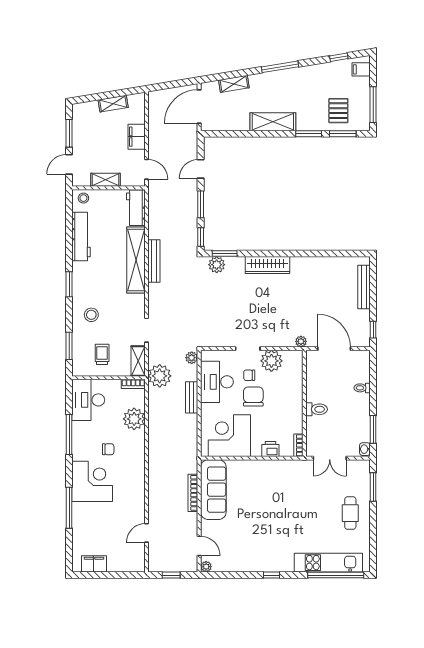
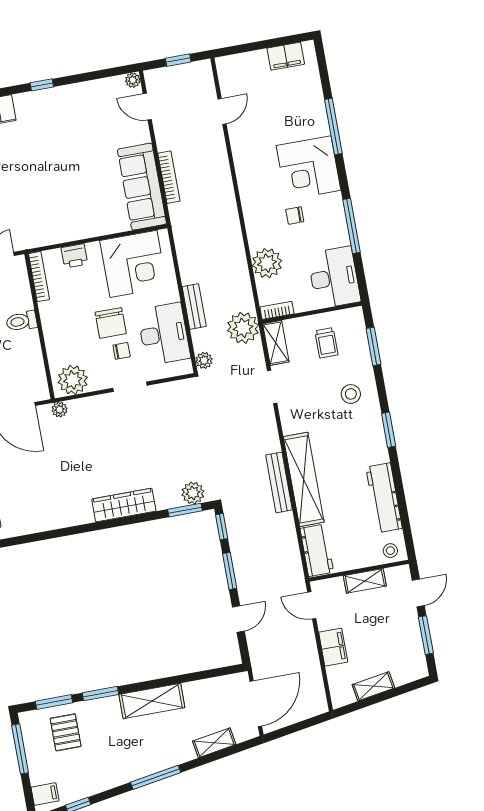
plant: (271, 361) -> (73, 380), moved
bookcase: (298, 445) -> (39, 277), width x1.56

